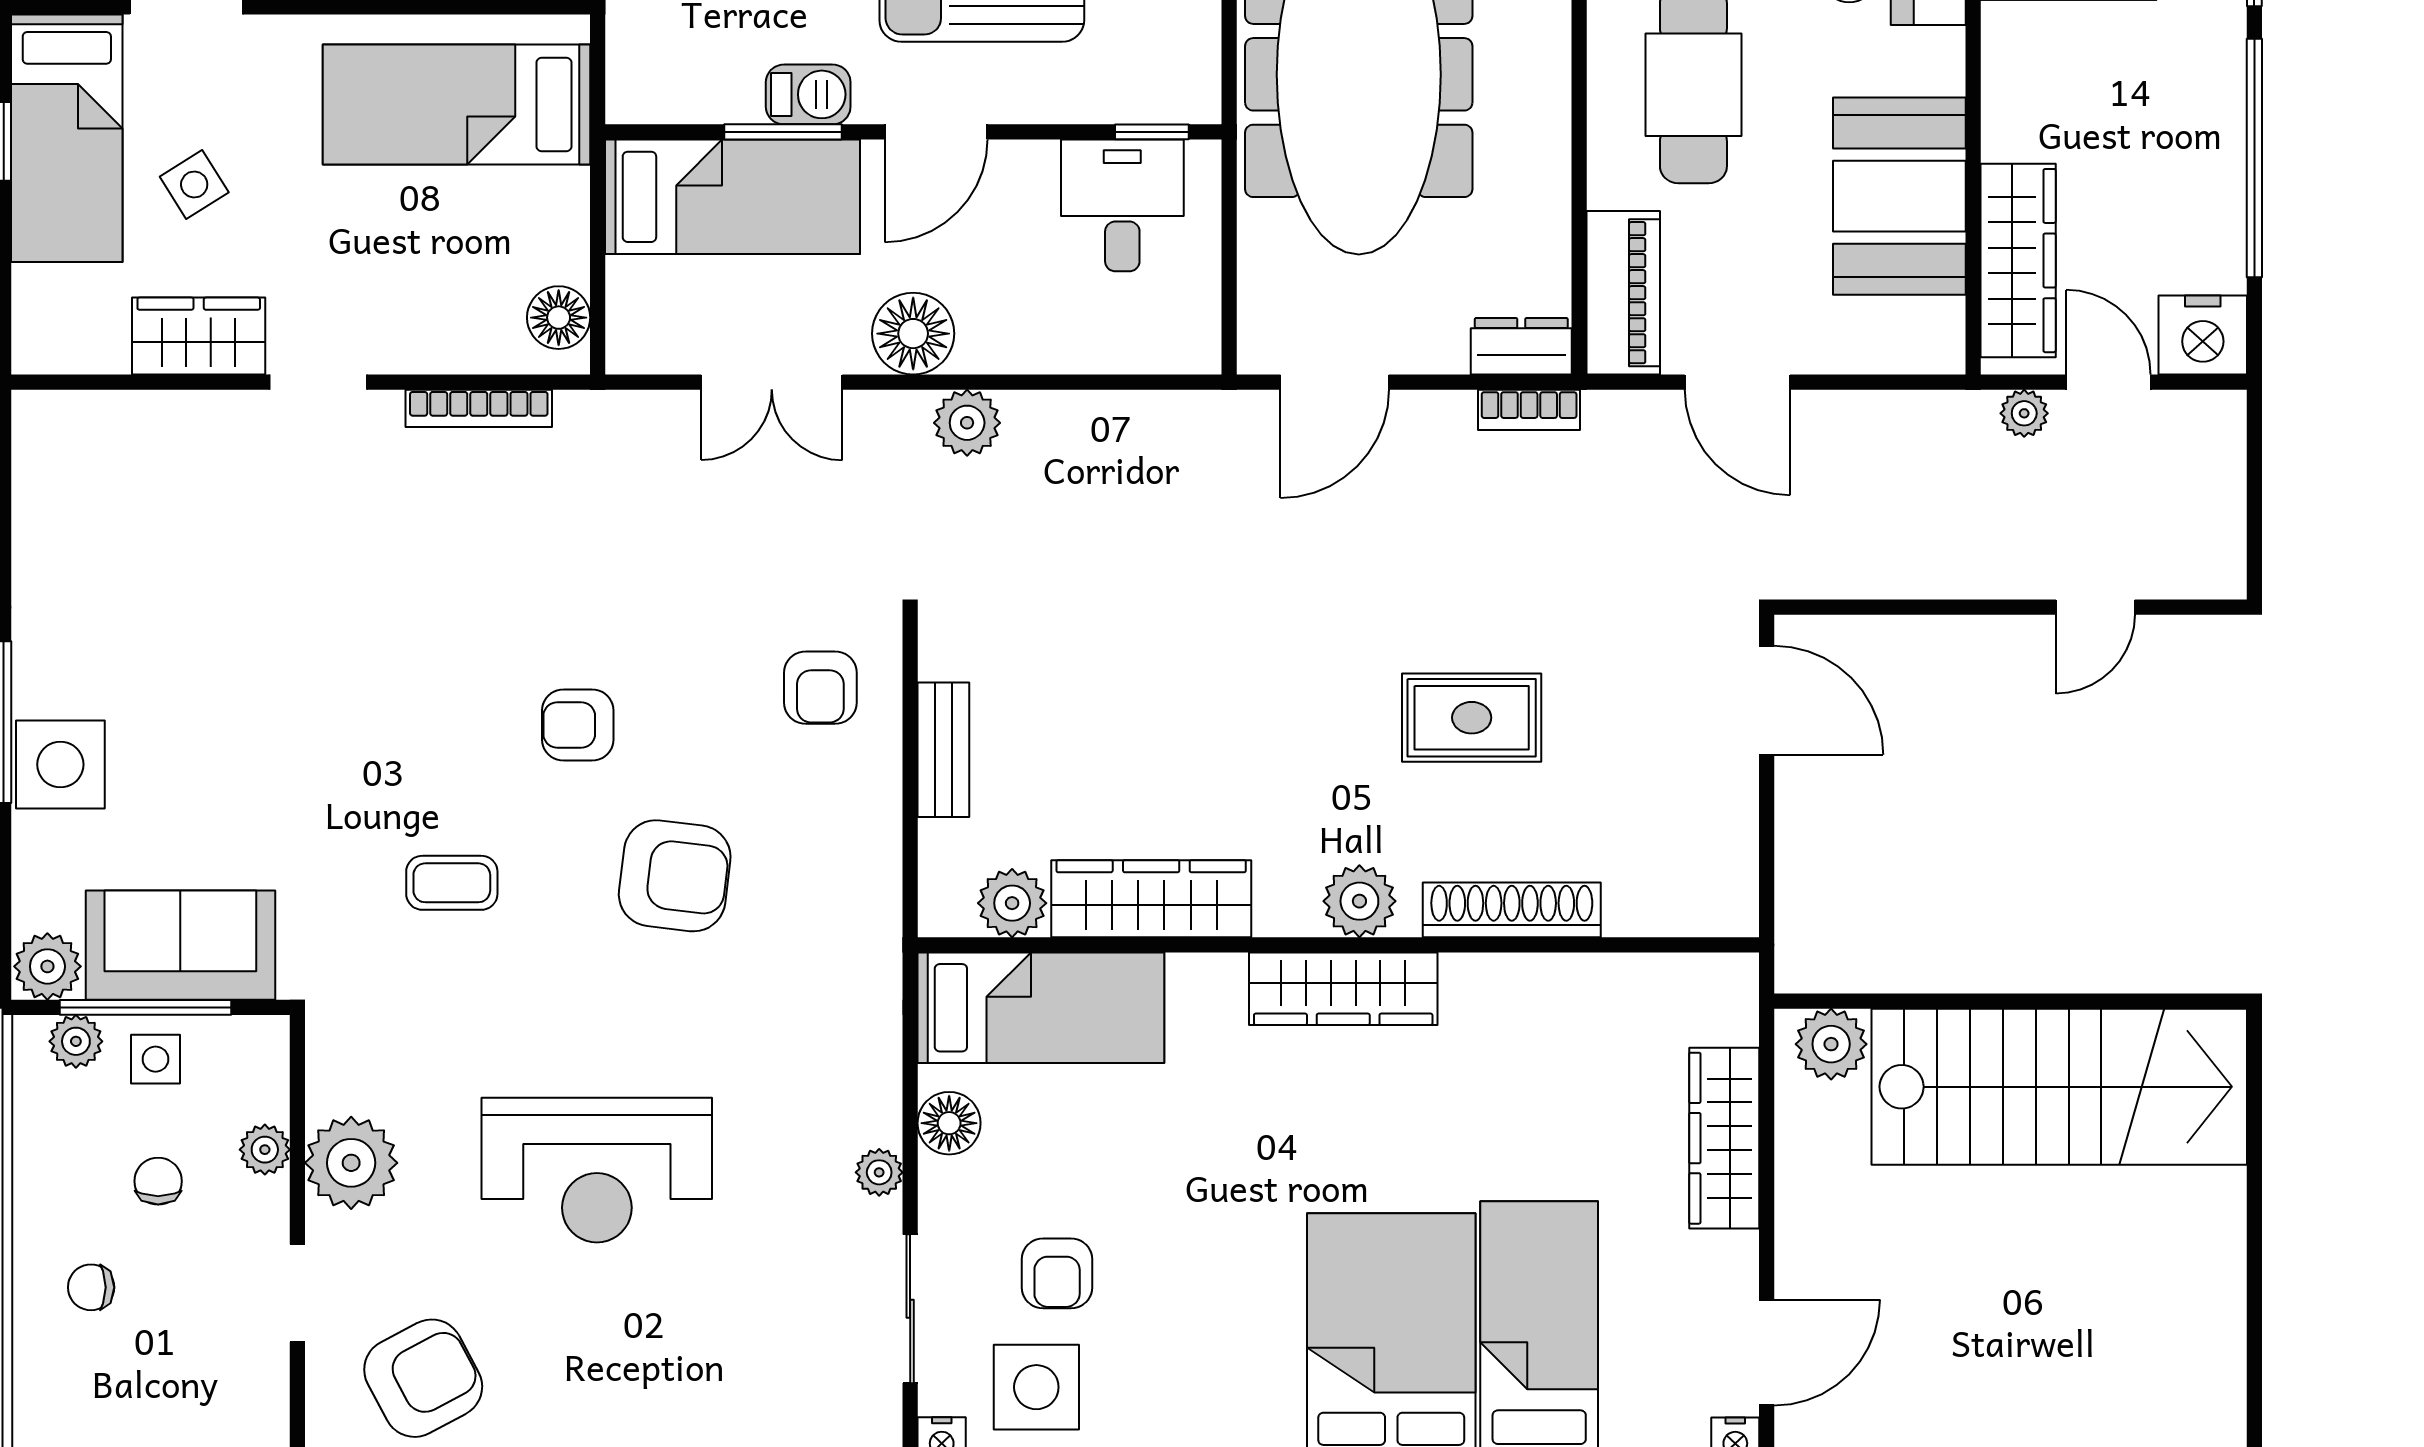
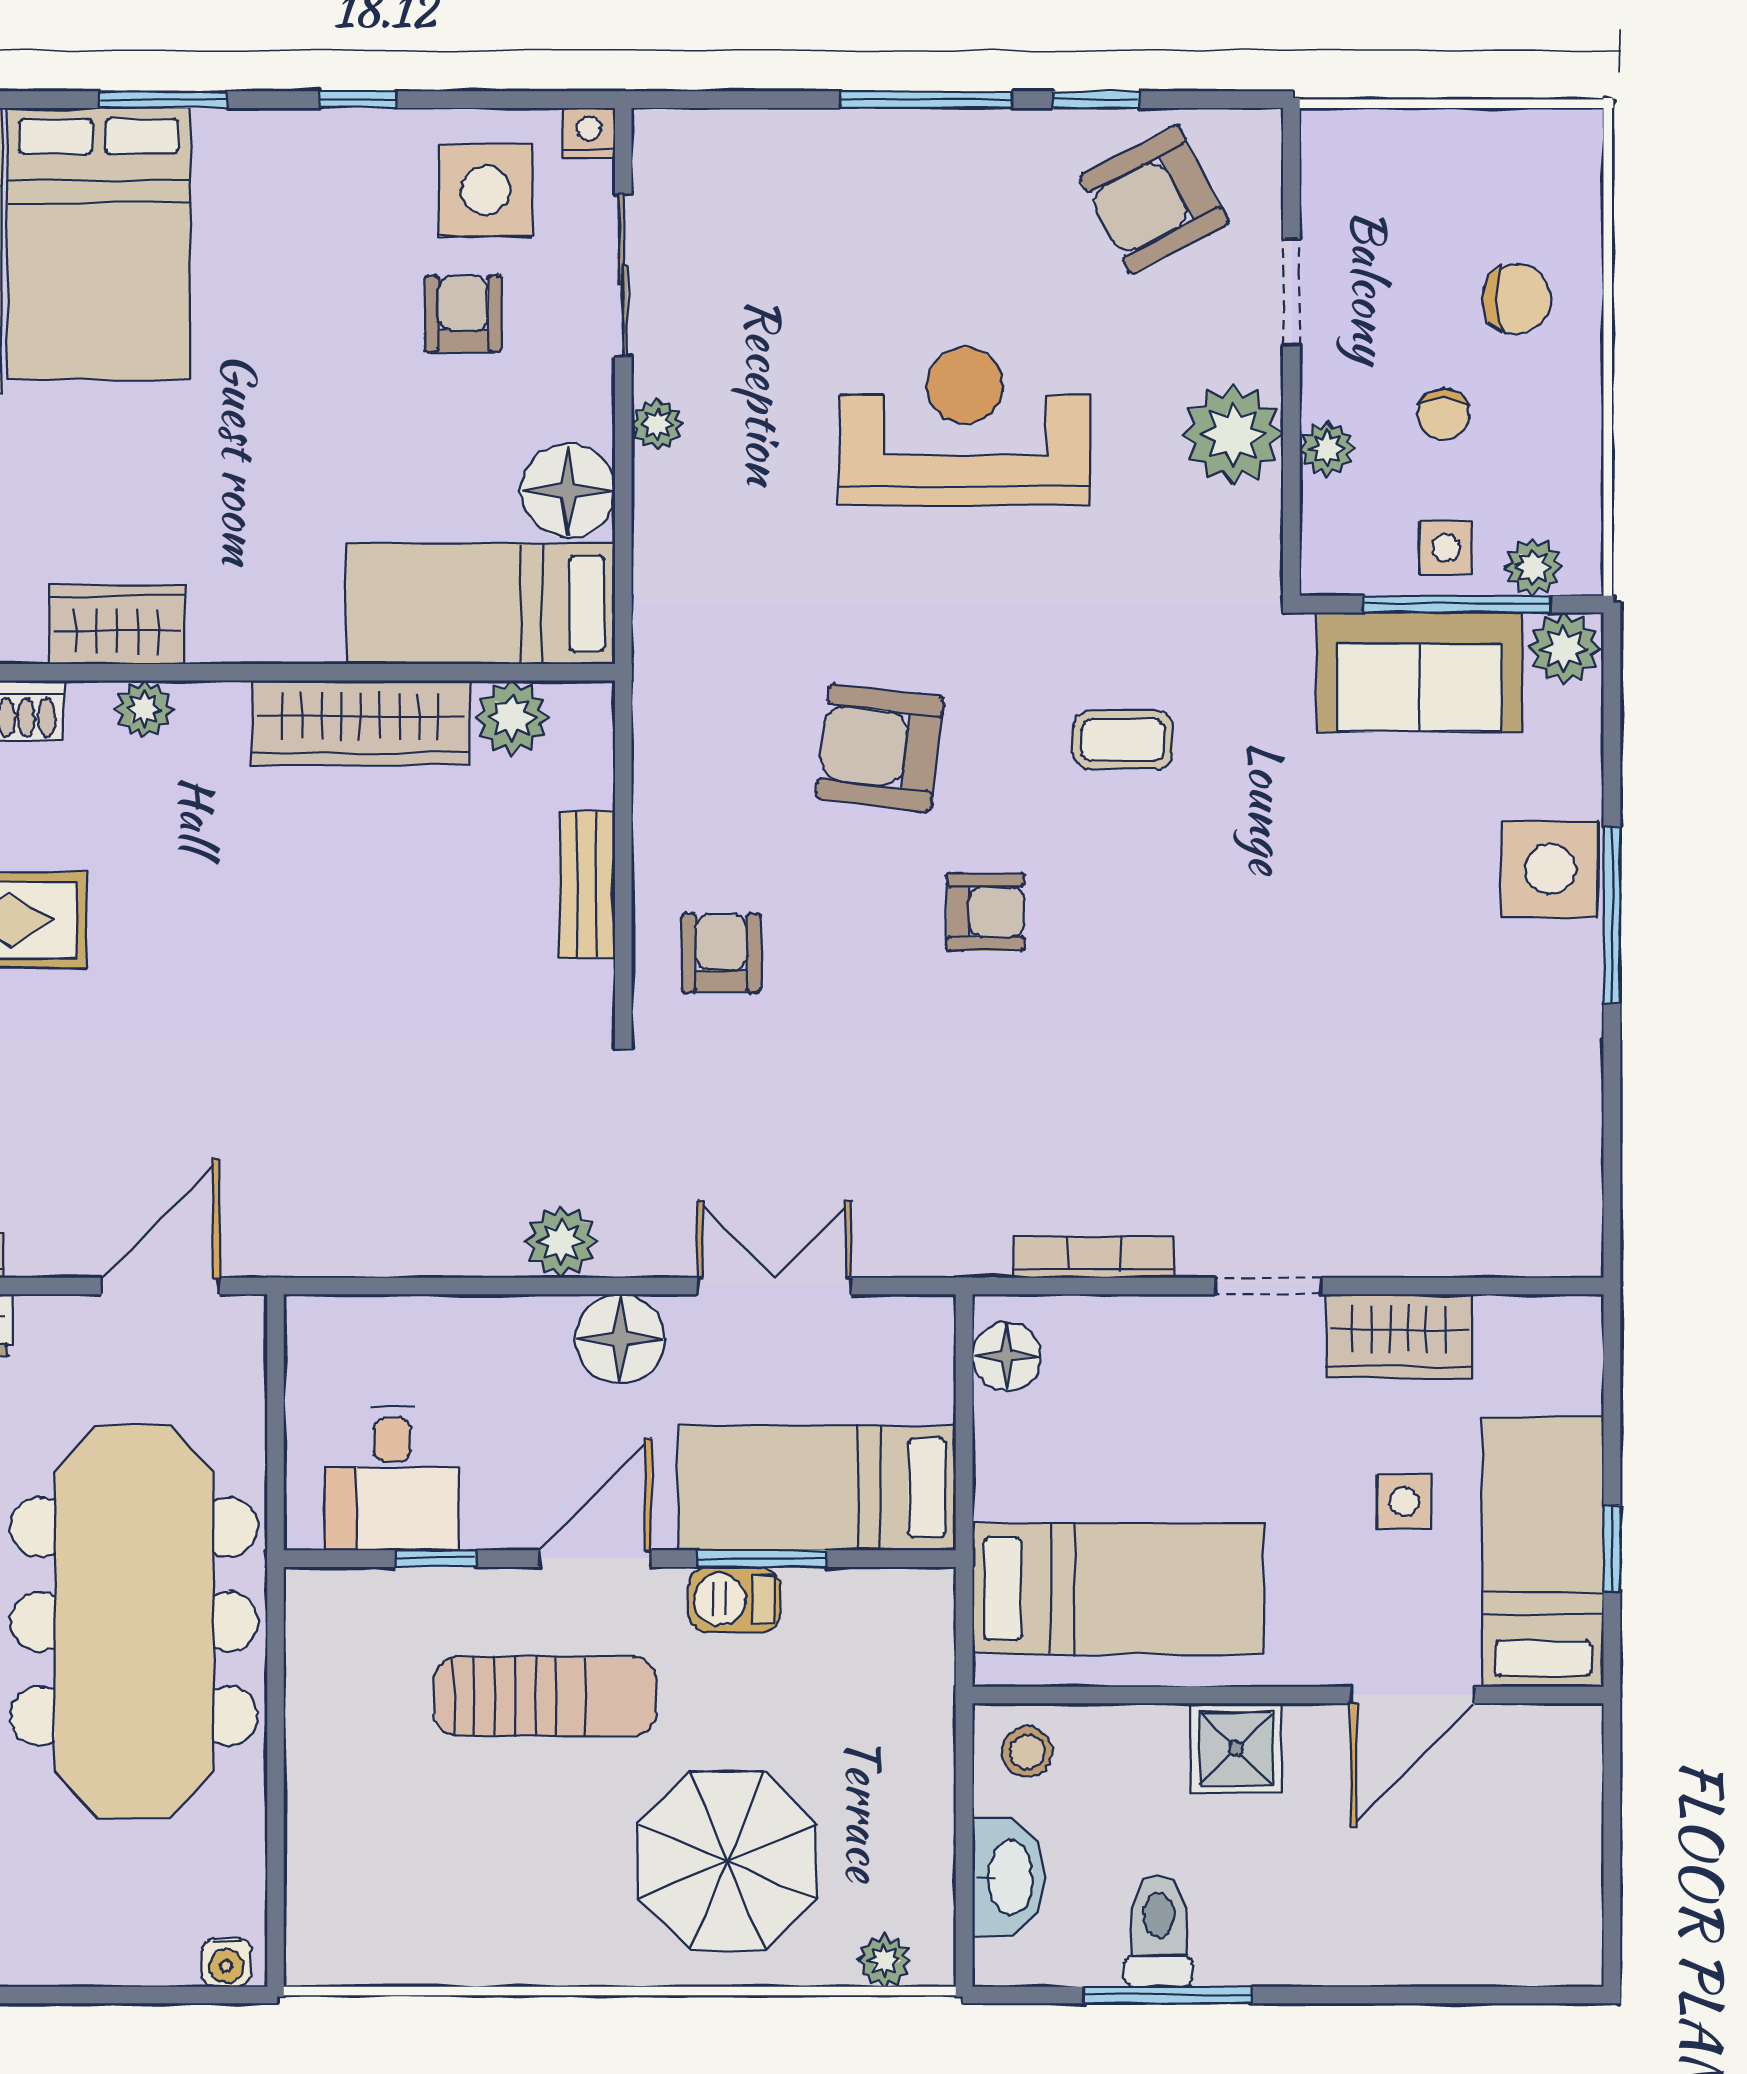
window: (1152, 132) -> (436, 1559), moved
side table: (194, 185) -> (1404, 1501), turned 32
plant: (1359, 901) -> (144, 709), width x0.73, depth x0.73
wardrobe: (1343, 989) -> (117, 624), width x0.67
floor lamp: (949, 1123) -> (568, 491), width x1.38, depth x1.38
chair: (91, 1287) -> (1517, 299), width x1.37, depth x1.37

